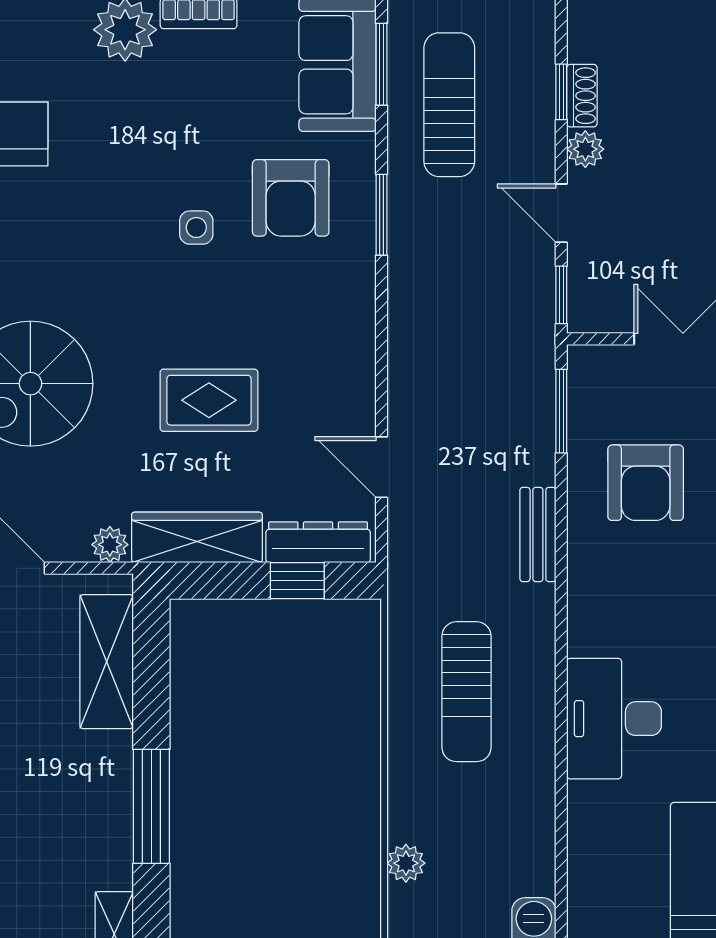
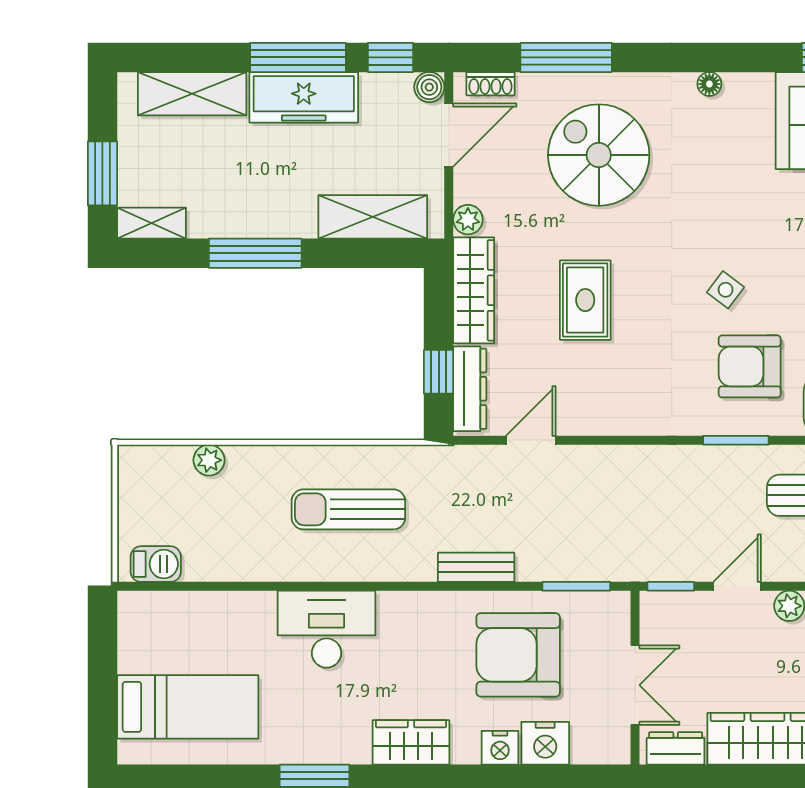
side table: (196, 228) -> (726, 290), turned 37
armchair: (646, 483) -> (518, 655), width x1.36, depth x1.36

